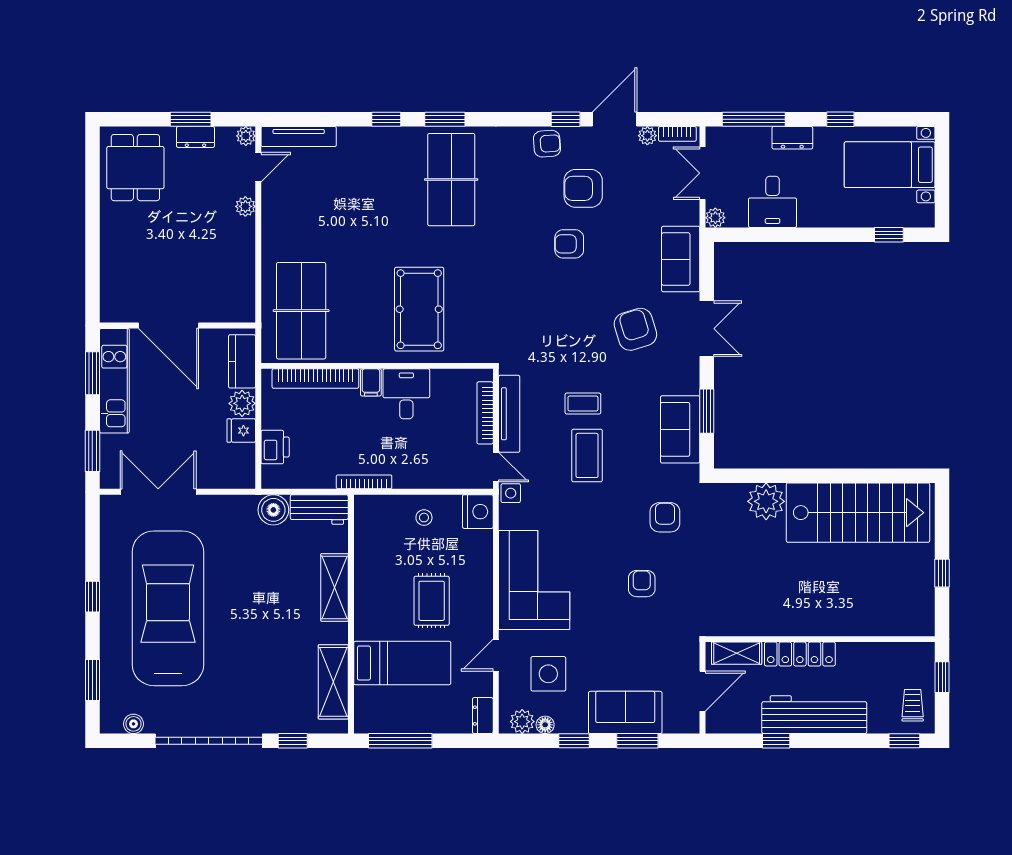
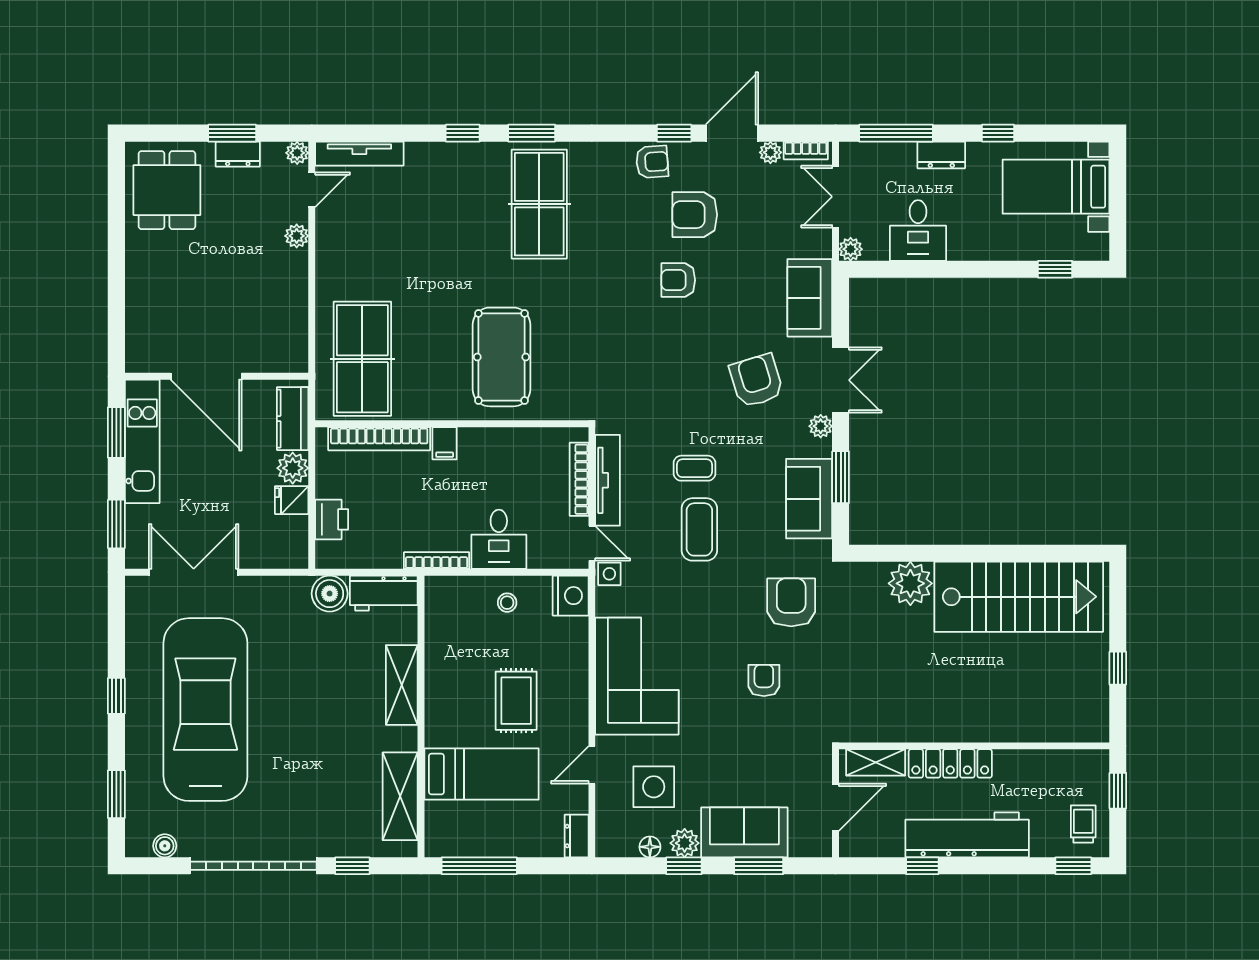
plant: (690, 368) -> (821, 426), added
desk: (406, 394) -> (499, 539), moved, turned 180
armchair: (665, 517) -> (791, 602), width x1.38, depth x1.38
plant: (522, 722) -> (685, 843), moved

